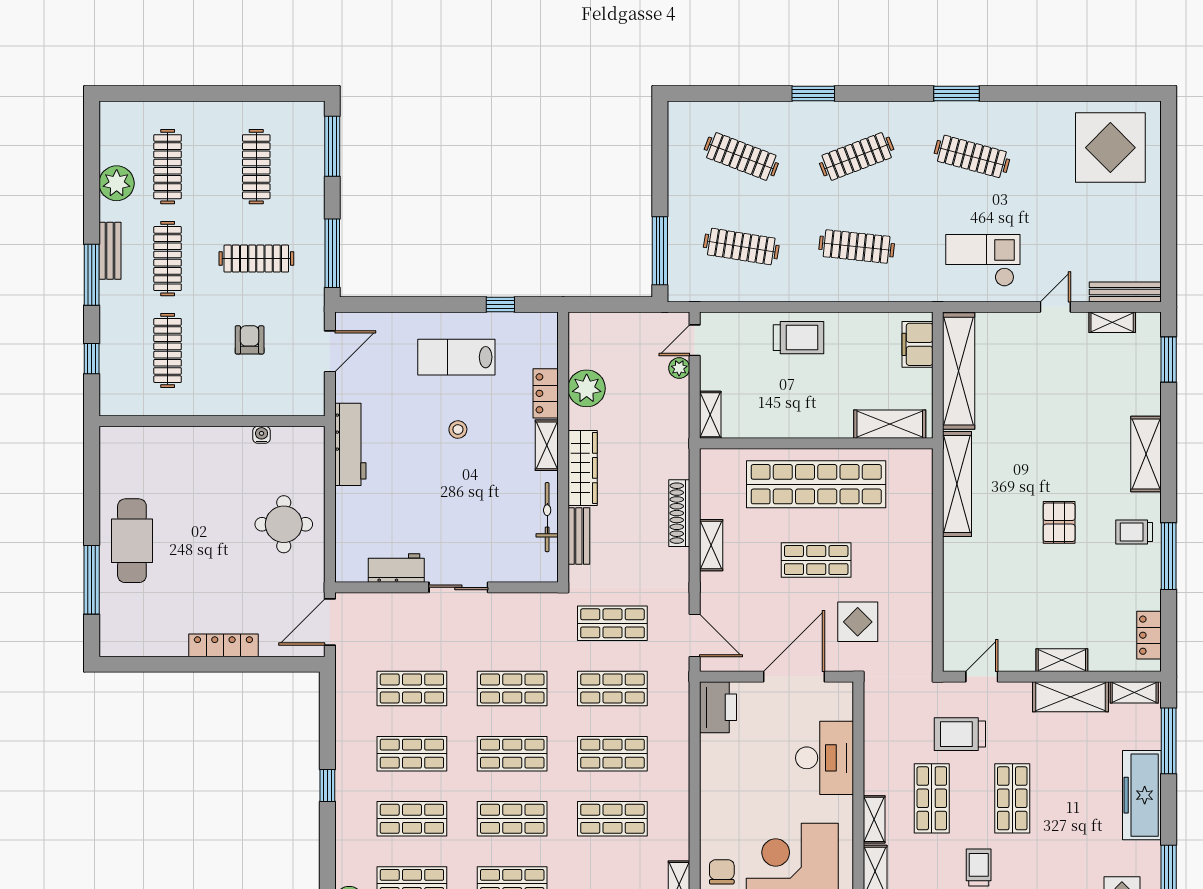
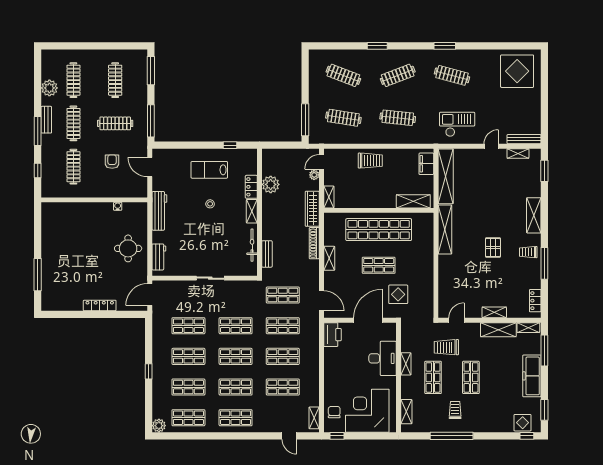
door: (330, 351) -> (150, 167), swing flipped
wardrobe: (583, 468) -> (312, 209), moved, turned 180
cafe table: (132, 541) -> (57, 256), removed
workbench: (396, 568) -> (159, 257), moved, turned 90
shelving: (874, 819) -> (406, 364), moved

